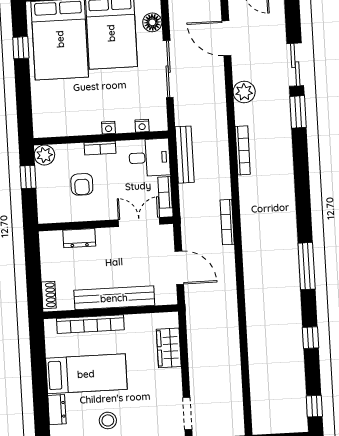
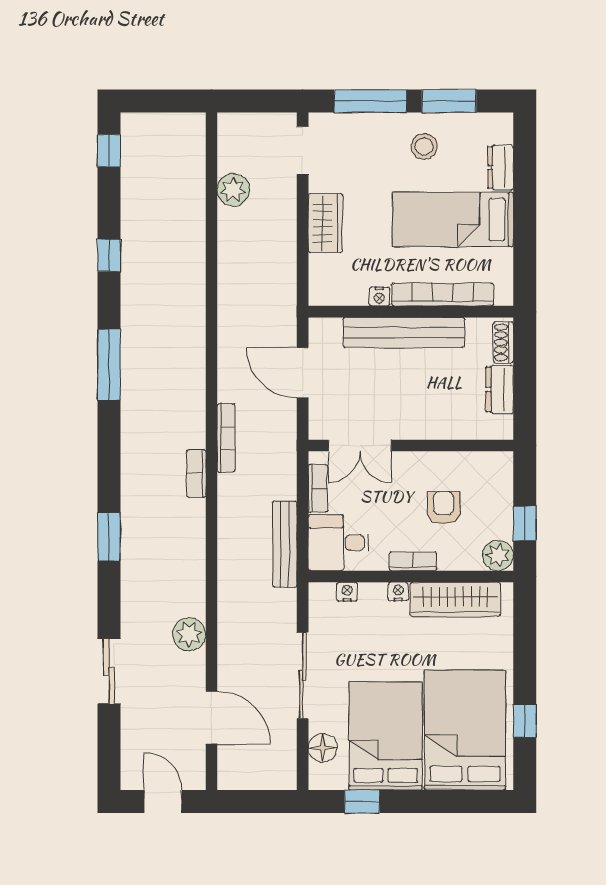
window: (298, 112) -> (109, 537), moved
wardrobe: (71, 125) -> (455, 600), added
bookcase: (243, 150) -> (196, 473), moved, width x0.64
dresser: (79, 238) -> (500, 389), moved, turned -90
nightstand: (132, 320) -> (379, 297), added
wardrobe: (169, 348) -> (325, 223), moved
plant: (231, 385) -> (233, 190), added

